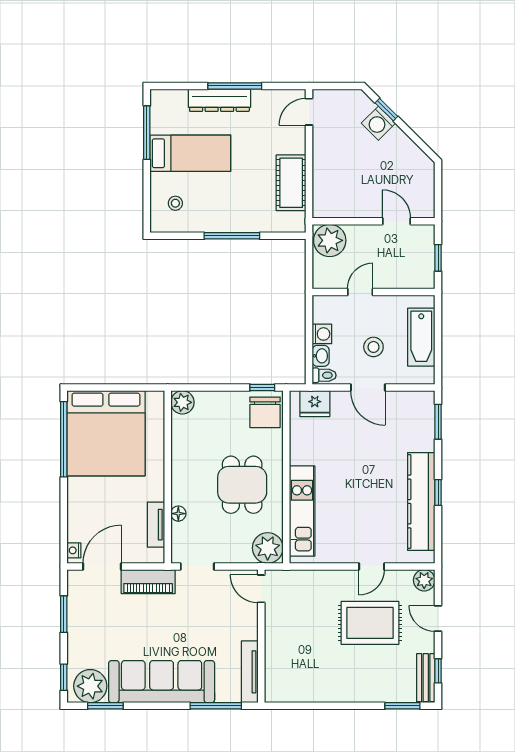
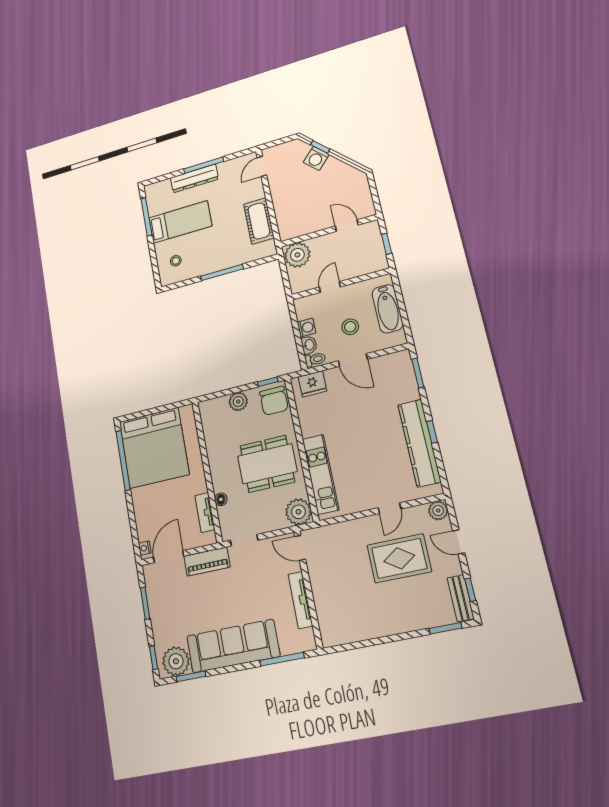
plant: (182, 402) -> (238, 401), moved
dining table: (242, 485) -> (267, 464), width x1.38
tv unit: (250, 672) -> (300, 600), moved

